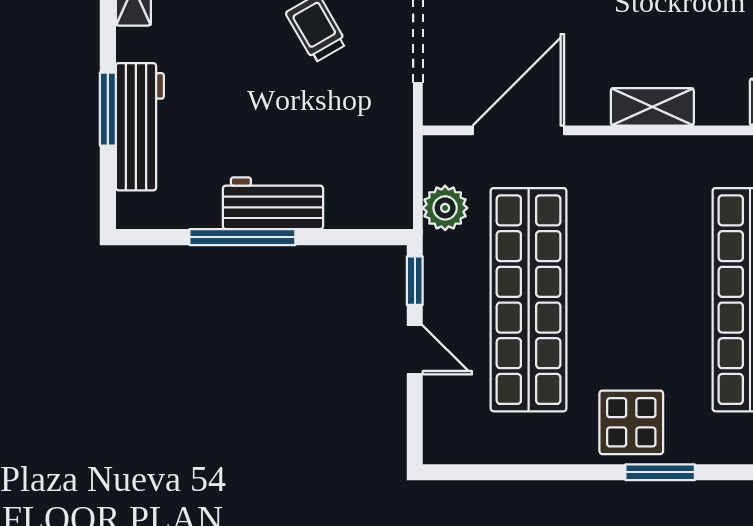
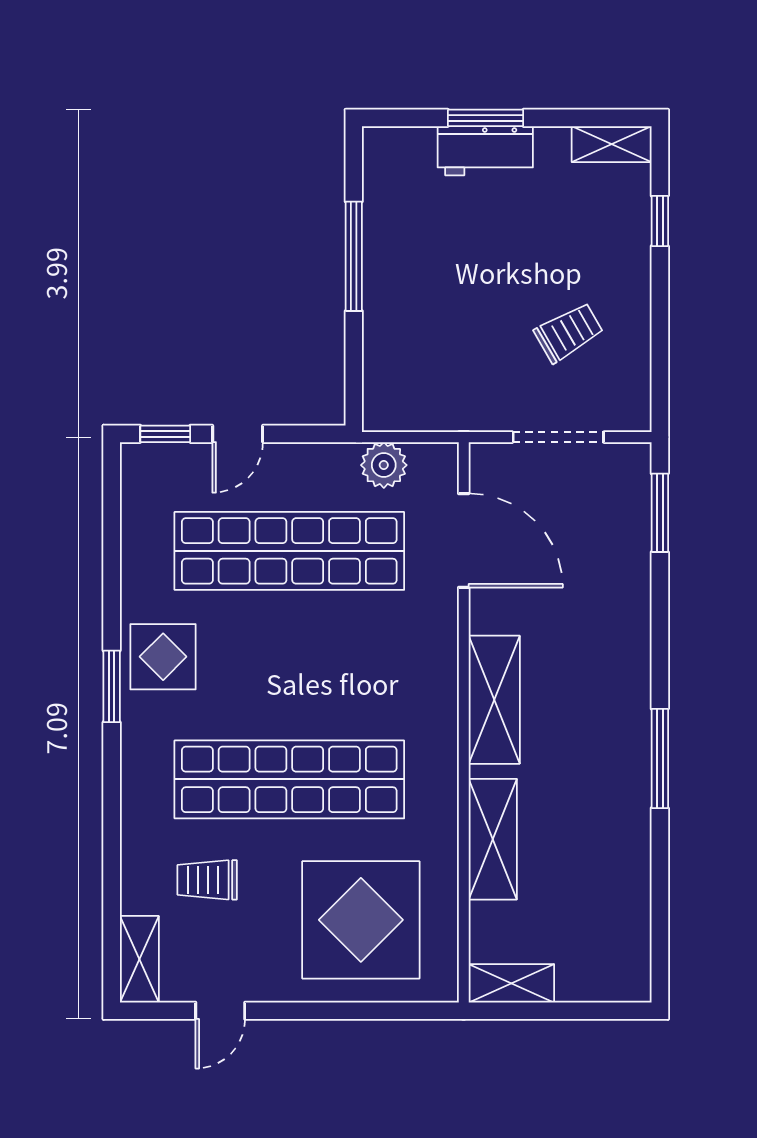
shelving: (652, 107) -> (494, 700), width x1.50, depth x1.33
workbench: (140, 127) -> (485, 151), width x0.73
workbench: (273, 203) -> (389, 288), removed
window: (415, 281) -> (165, 434), moved

